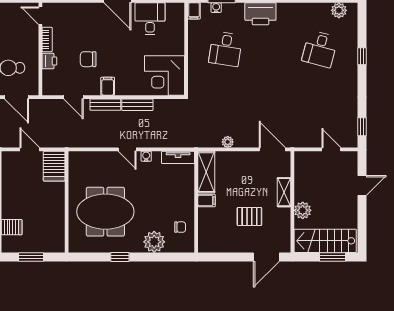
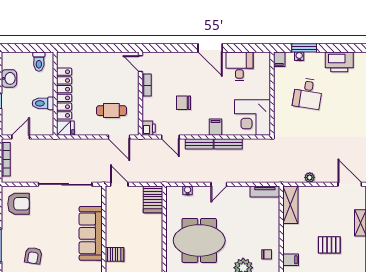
printer: (49, 61) -> (149, 128), moved
filing cabinet: (108, 86) -> (215, 127), moved
door: (30, 149) -> (119, 184), moved
door: (127, 149) -> (219, 184), hinge flipped
water cooler: (146, 156) -> (188, 190), moved
filing cabinet: (207, 201) -> (291, 260), moved

